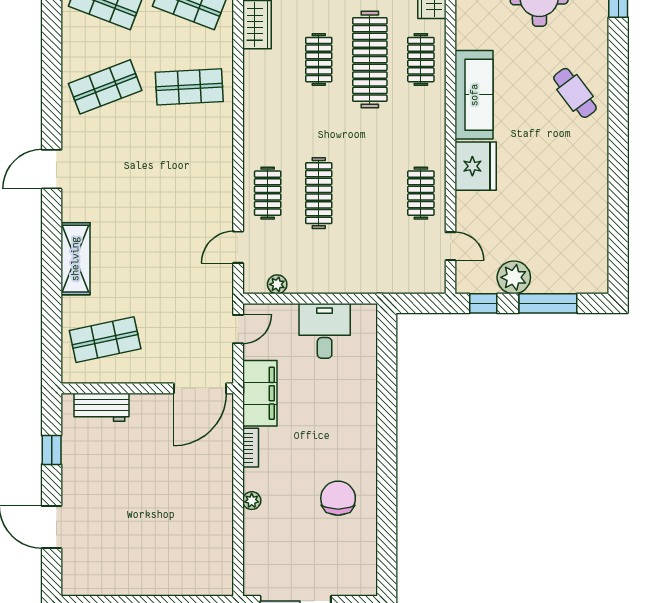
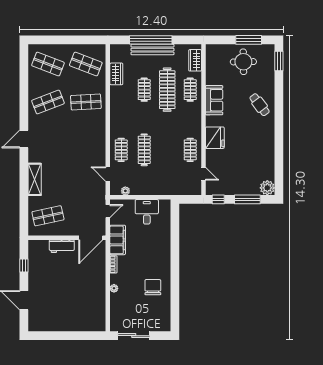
sofa: (474, 95) -> (214, 100), width x0.73
door: (238, 247) -> (108, 174), hinge flipped
plant: (514, 277) -> (267, 188), moved
workbench: (101, 407) -> (62, 246), moved

